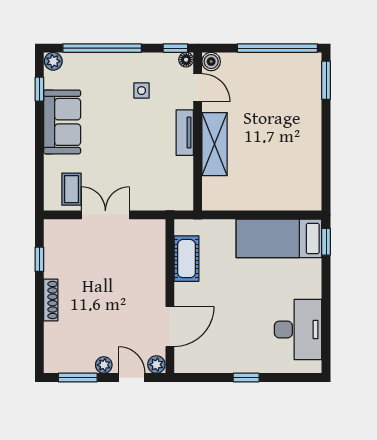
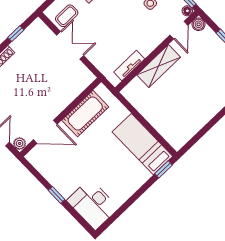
tv unit: (185, 133) -> (129, 65), moved
cot: (187, 259) -> (85, 114), width x1.37, depth x1.34
desk: (298, 329) -> (93, 204), moved, turned 90

